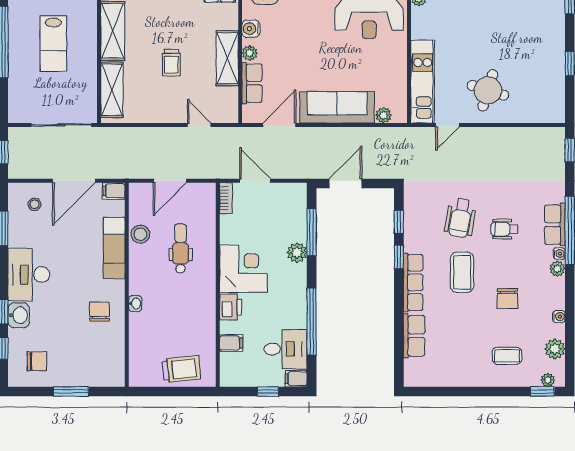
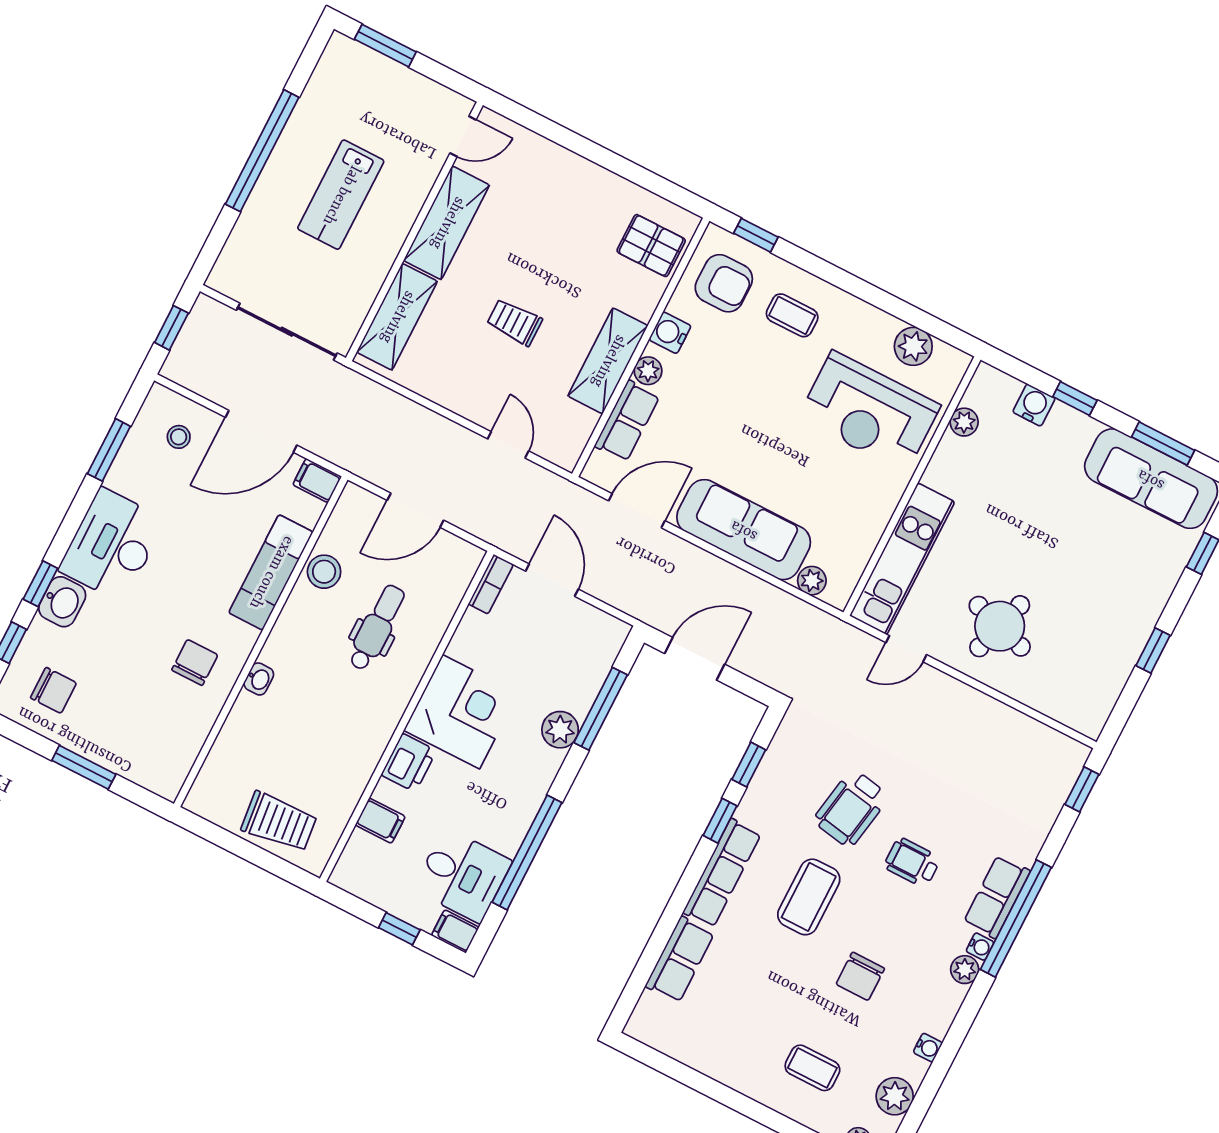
trolley: (171, 63) -> (515, 322), turned 90

